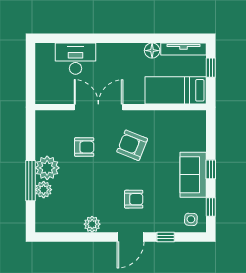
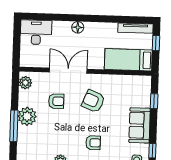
floor lamp: (152, 51) -> (78, 27), moved
desk: (76, 59) -> (36, 32), moved
window: (211, 169) -> (154, 101), moved
plant: (44, 190) -> (25, 83), moved

